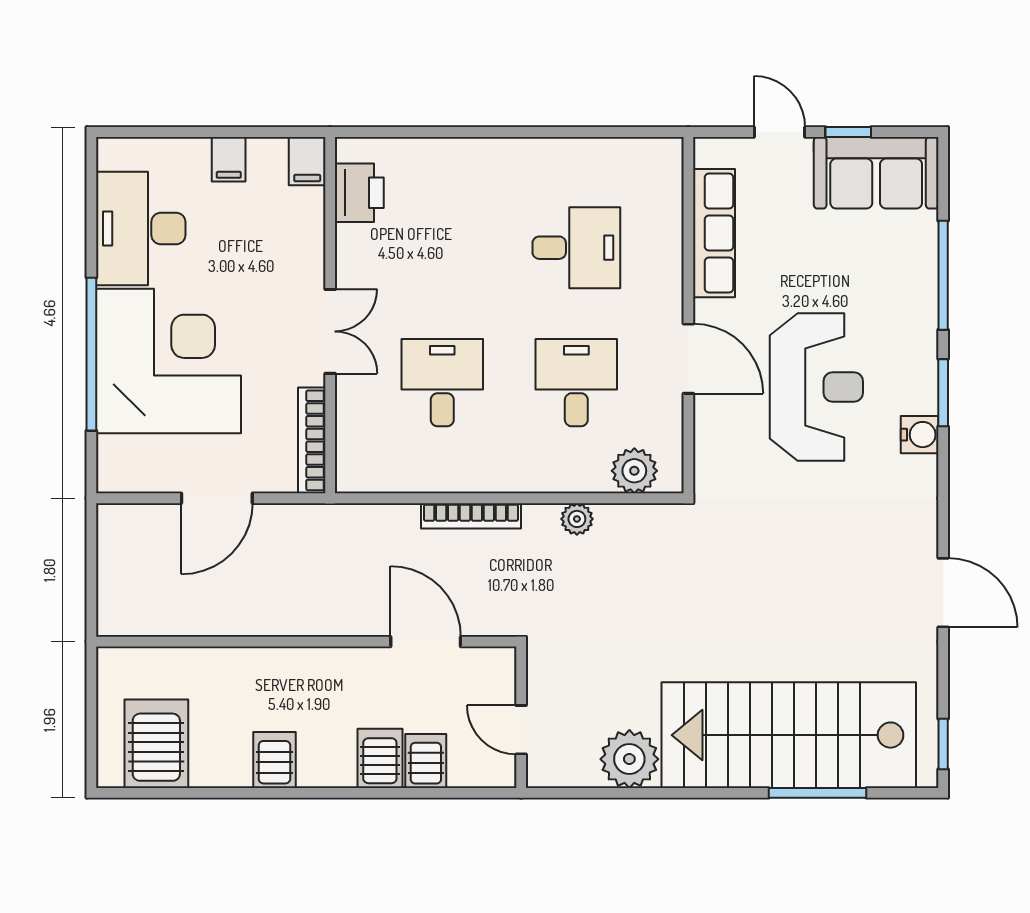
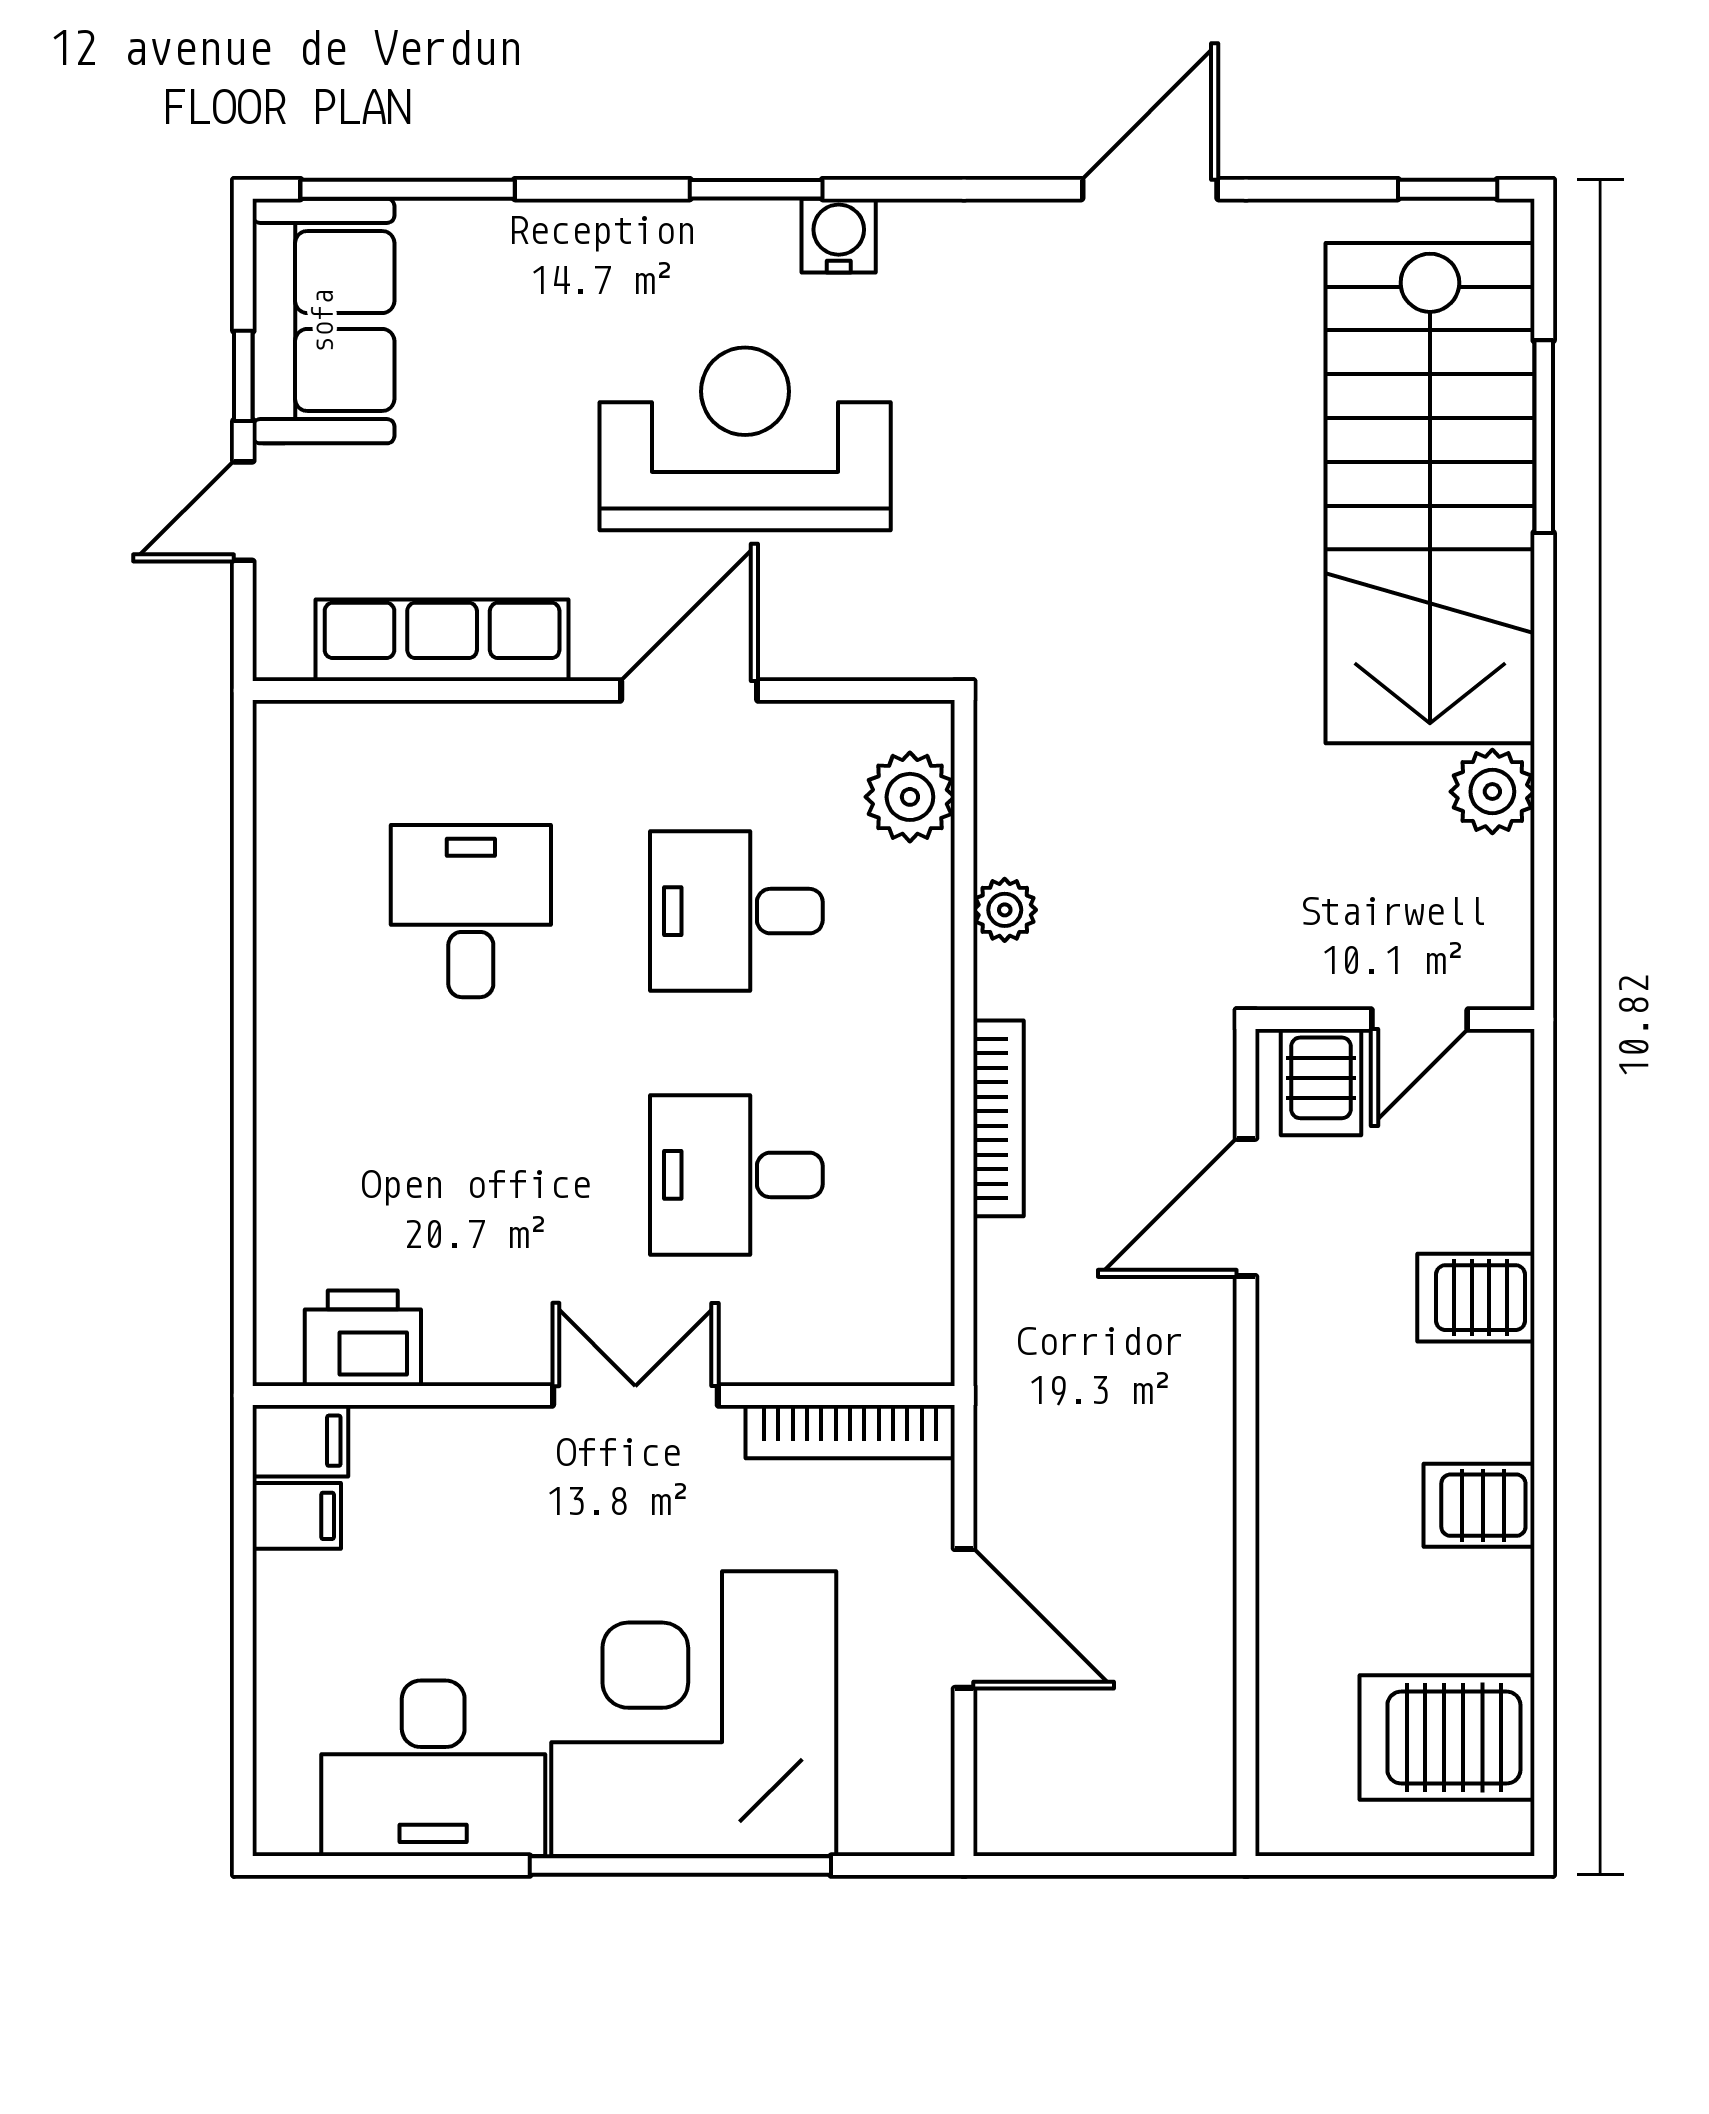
filing cabinet: (229, 159) -> (297, 1516), moved
window: (943, 275) -> (408, 189), moved
plant: (629, 759) -> (1492, 792), width x0.73, depth x0.73
server rack: (426, 761) -> (1321, 1082), moved, turned -90

